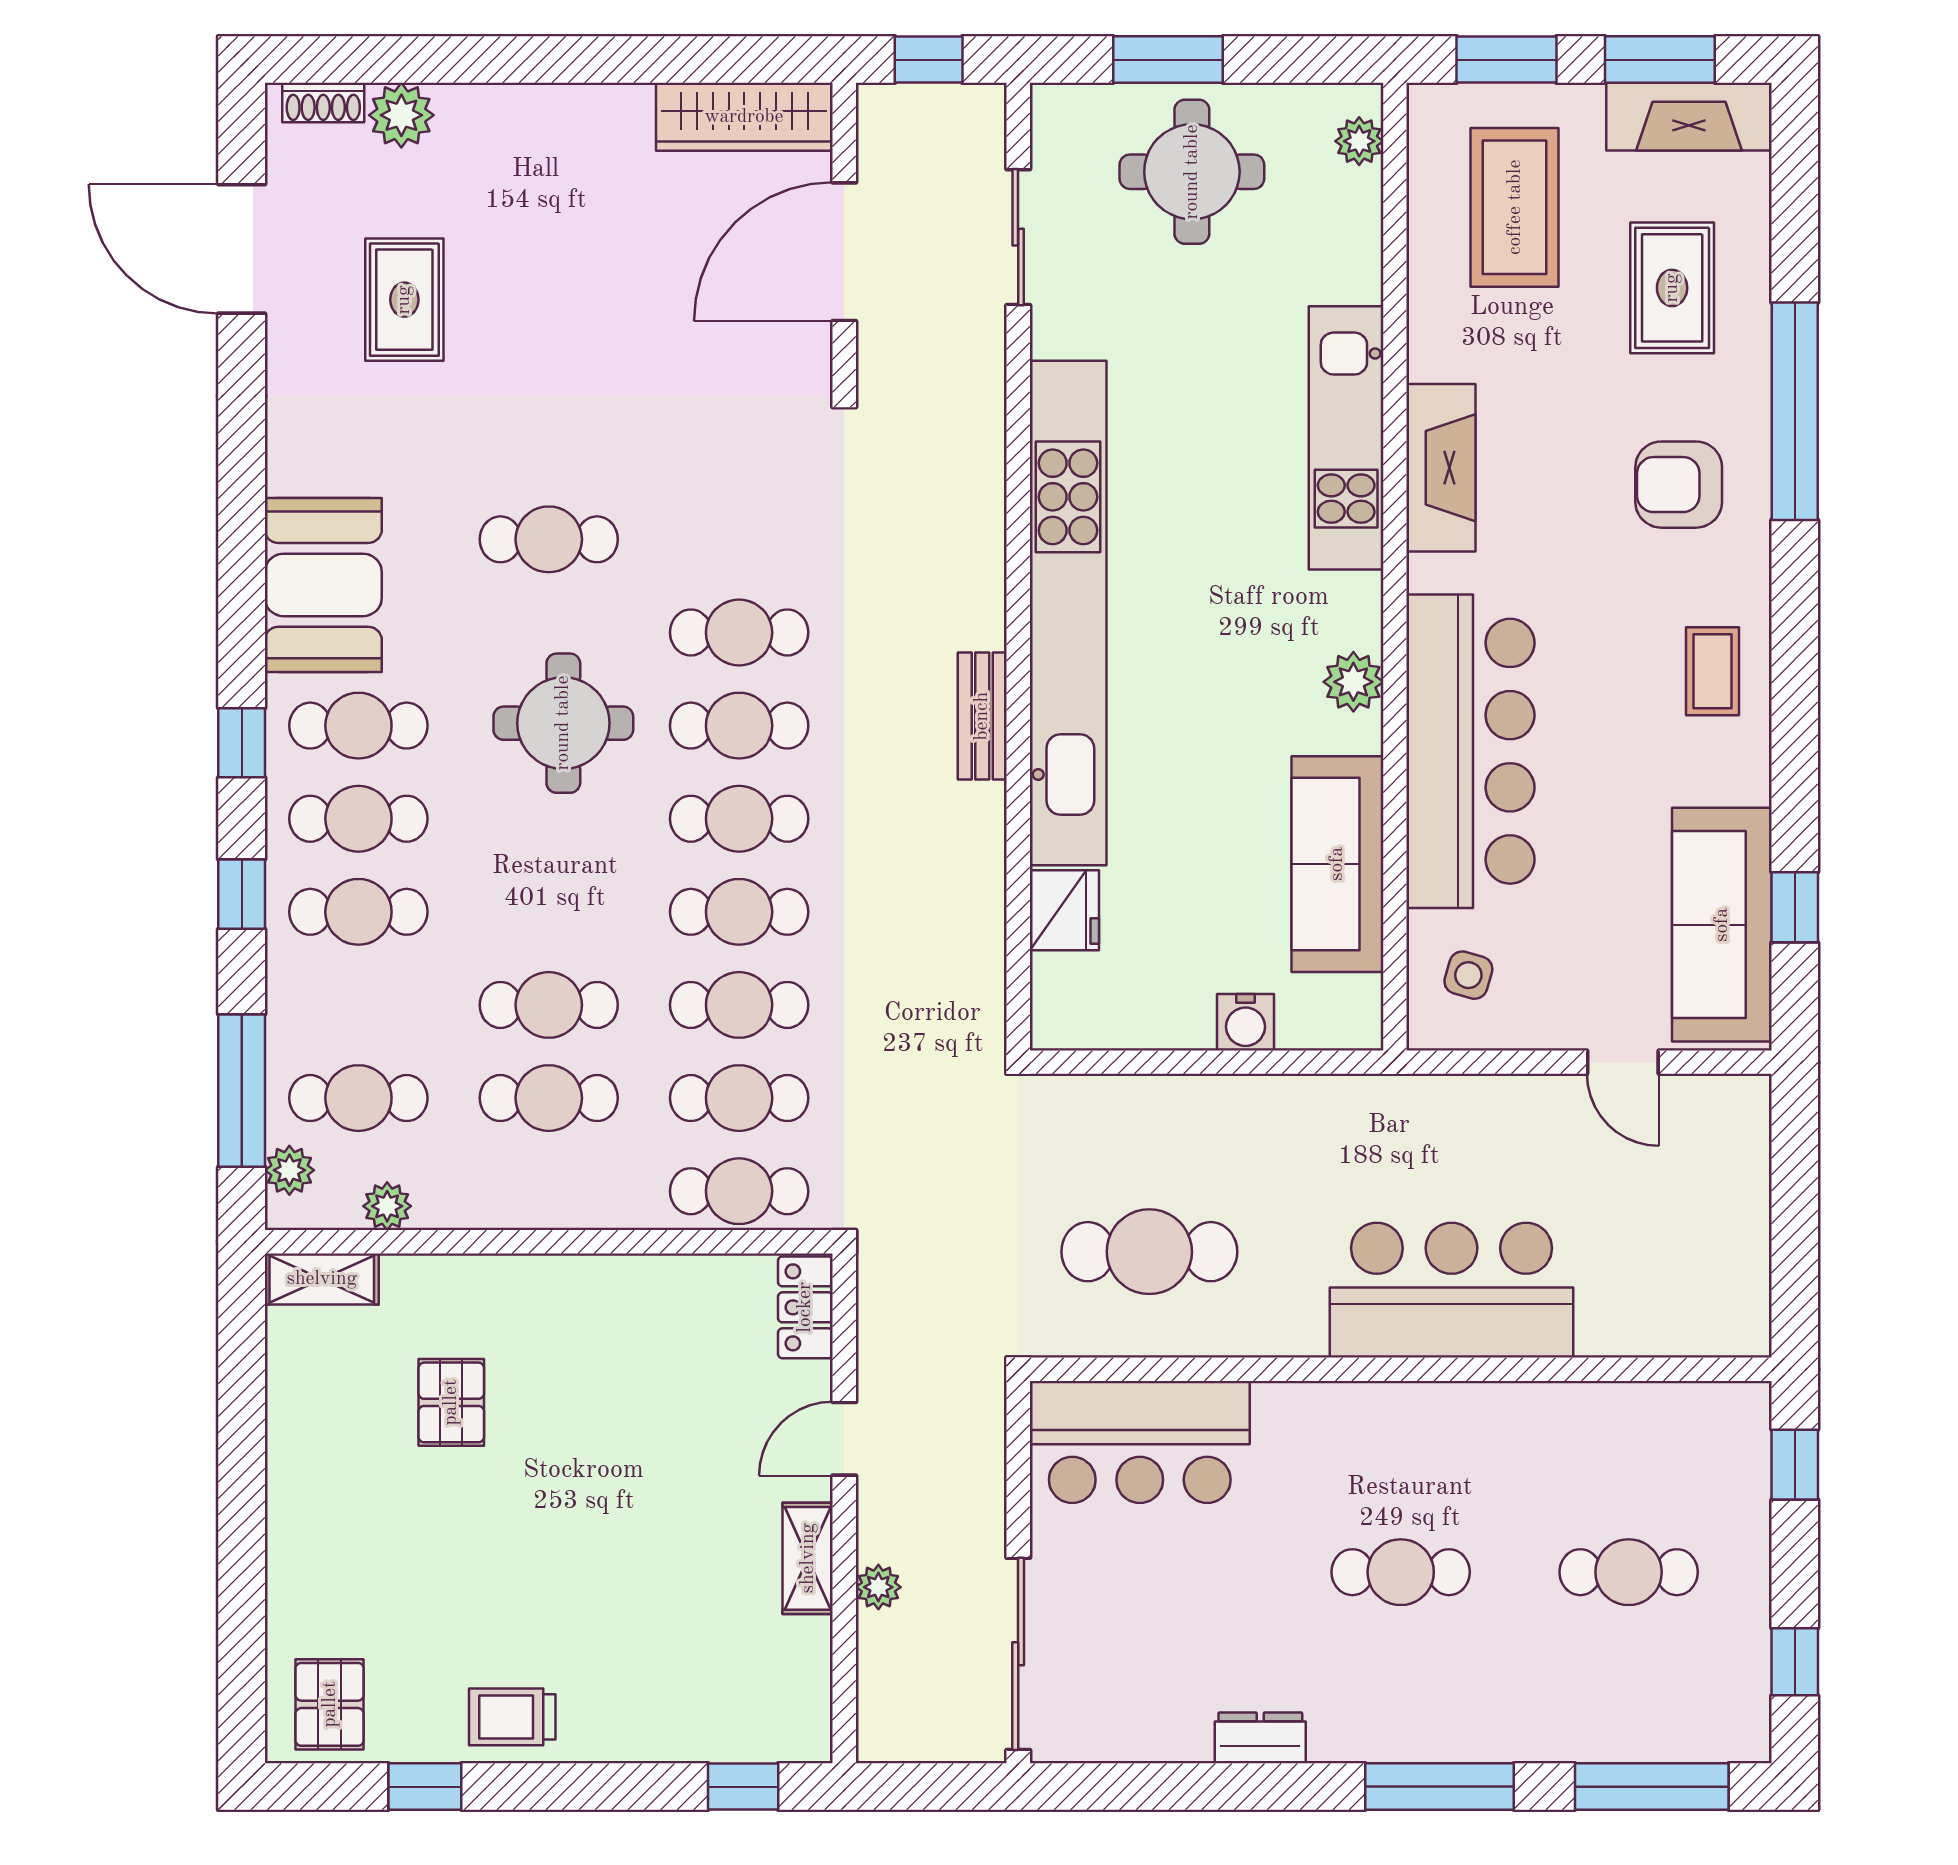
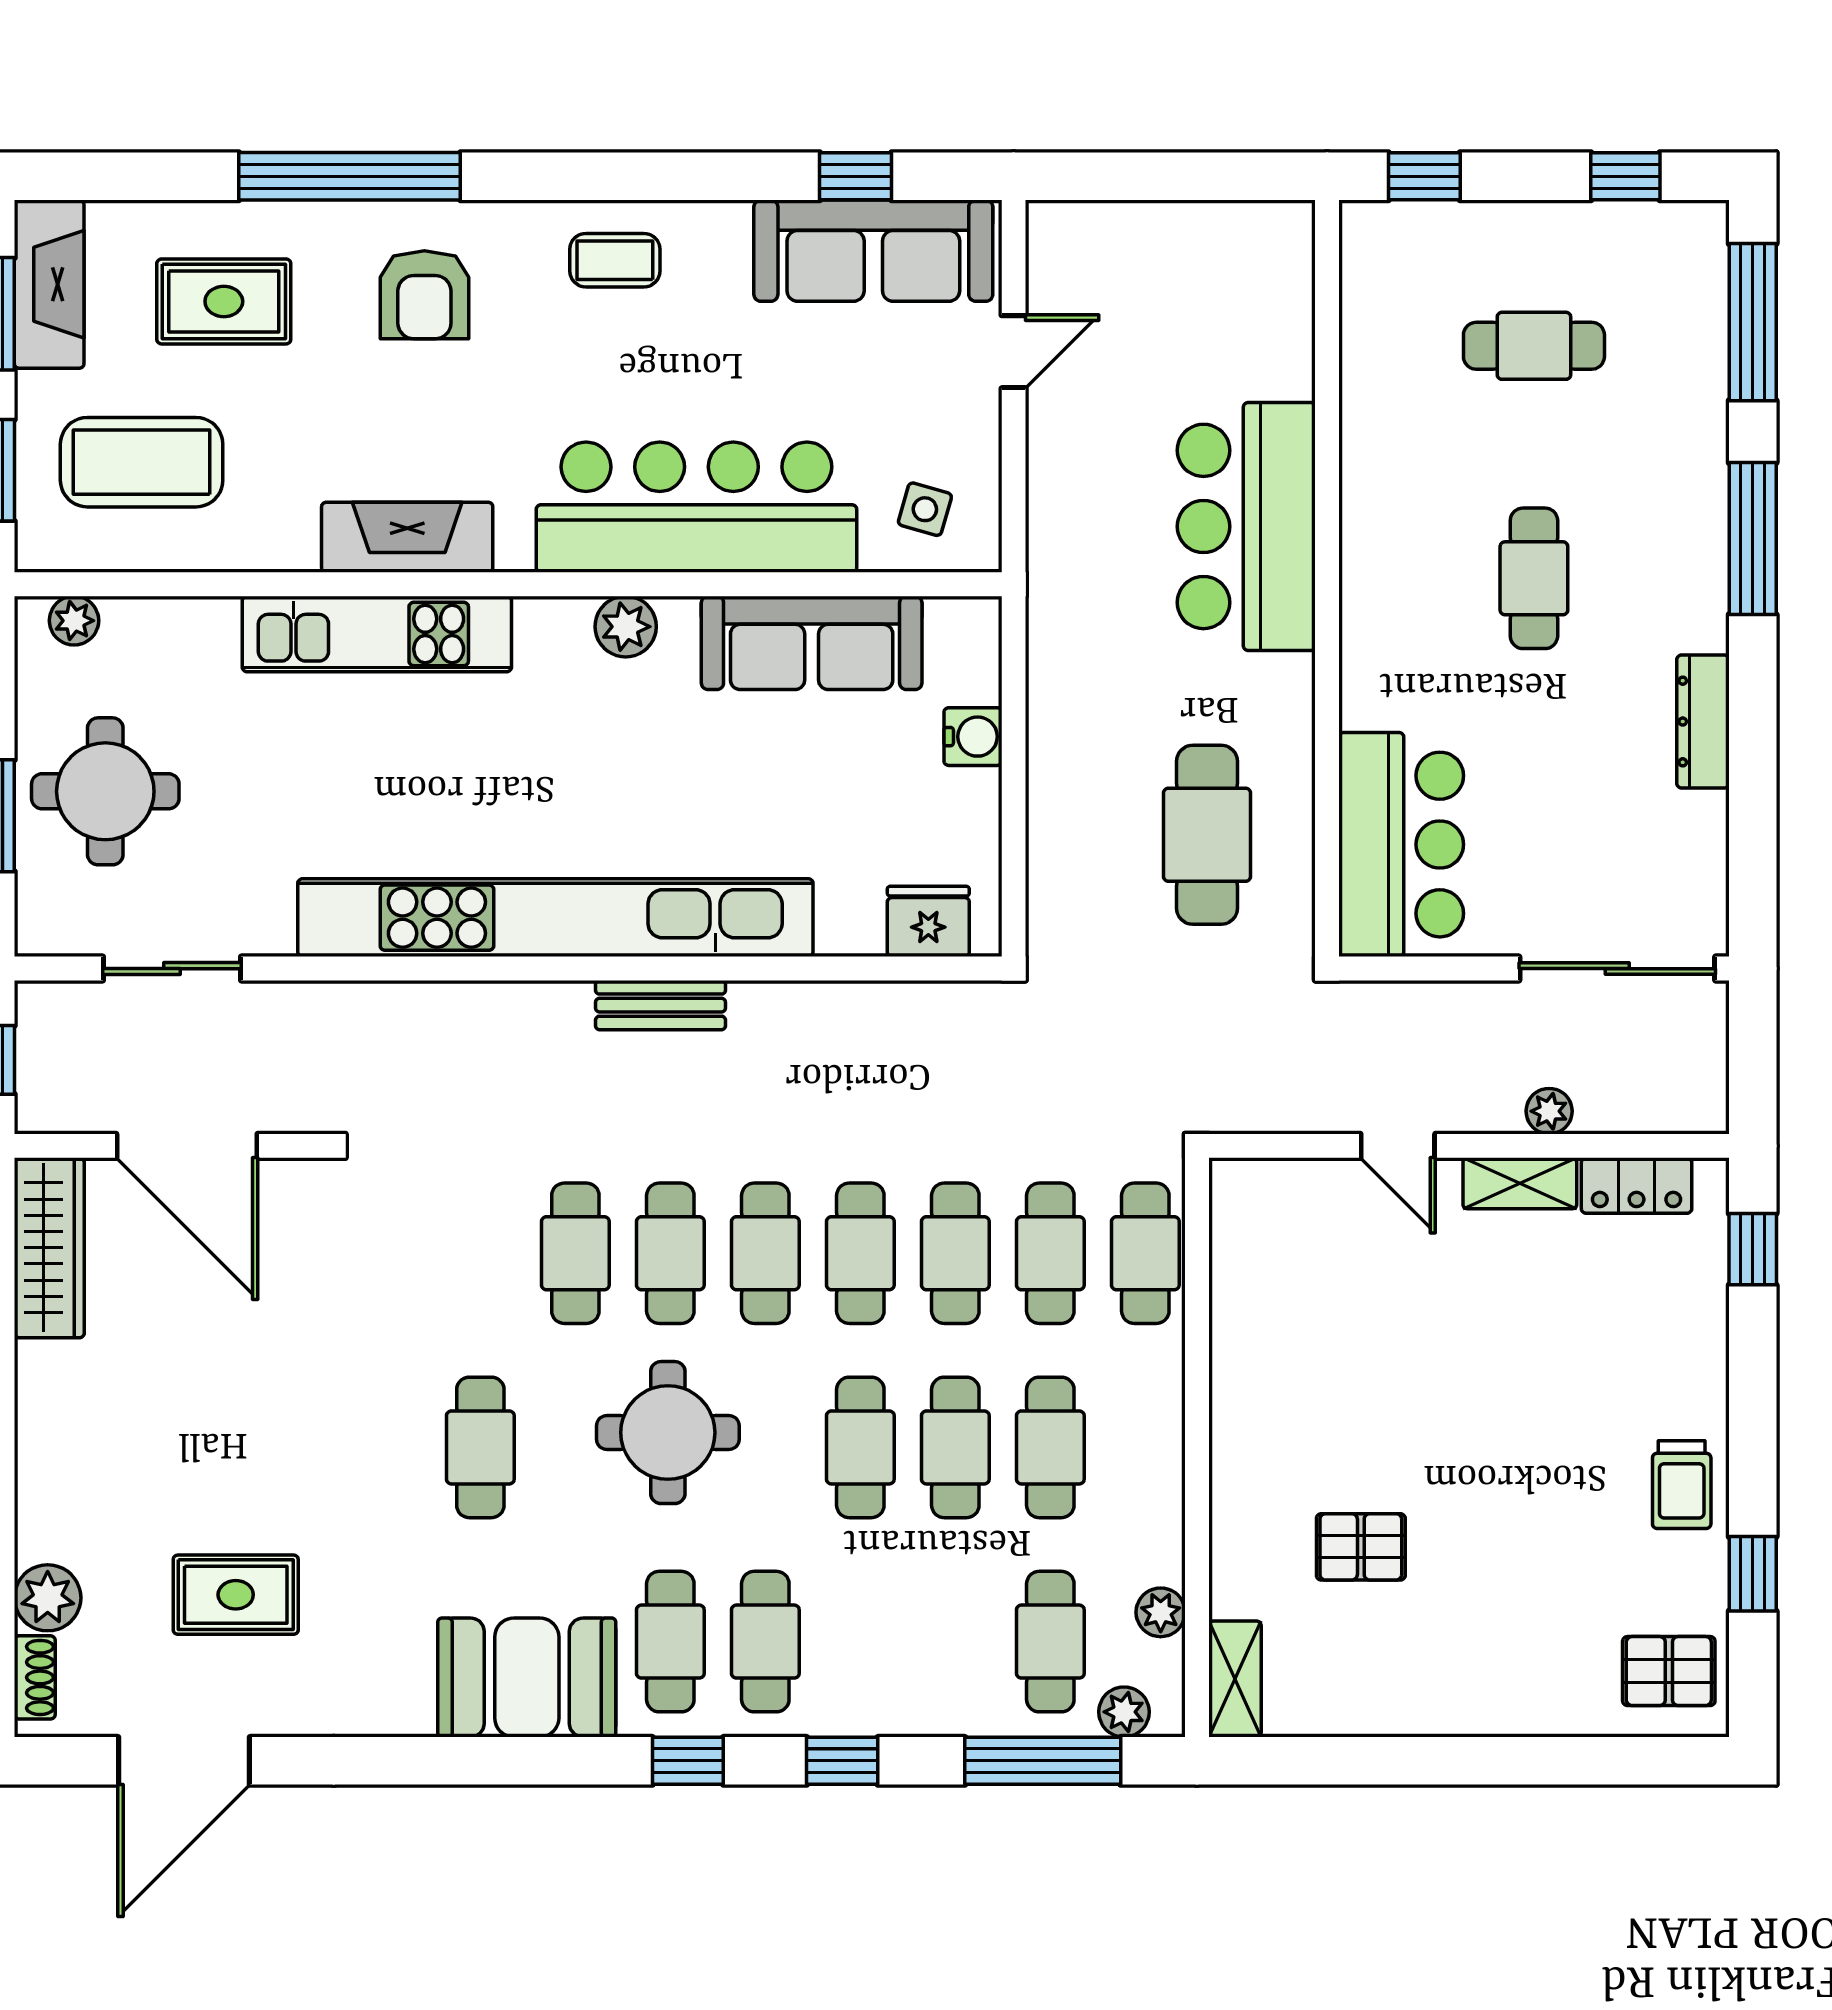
fridge: (1064, 910) -> (928, 921), moved
cafe table: (358, 912) -> (860, 1447), moved
locker: (805, 1307) -> (1637, 1186), moved
cafe table: (1629, 1572) -> (1534, 346), turned 90
dresser: (1260, 1738) -> (1703, 722), width x1.44

